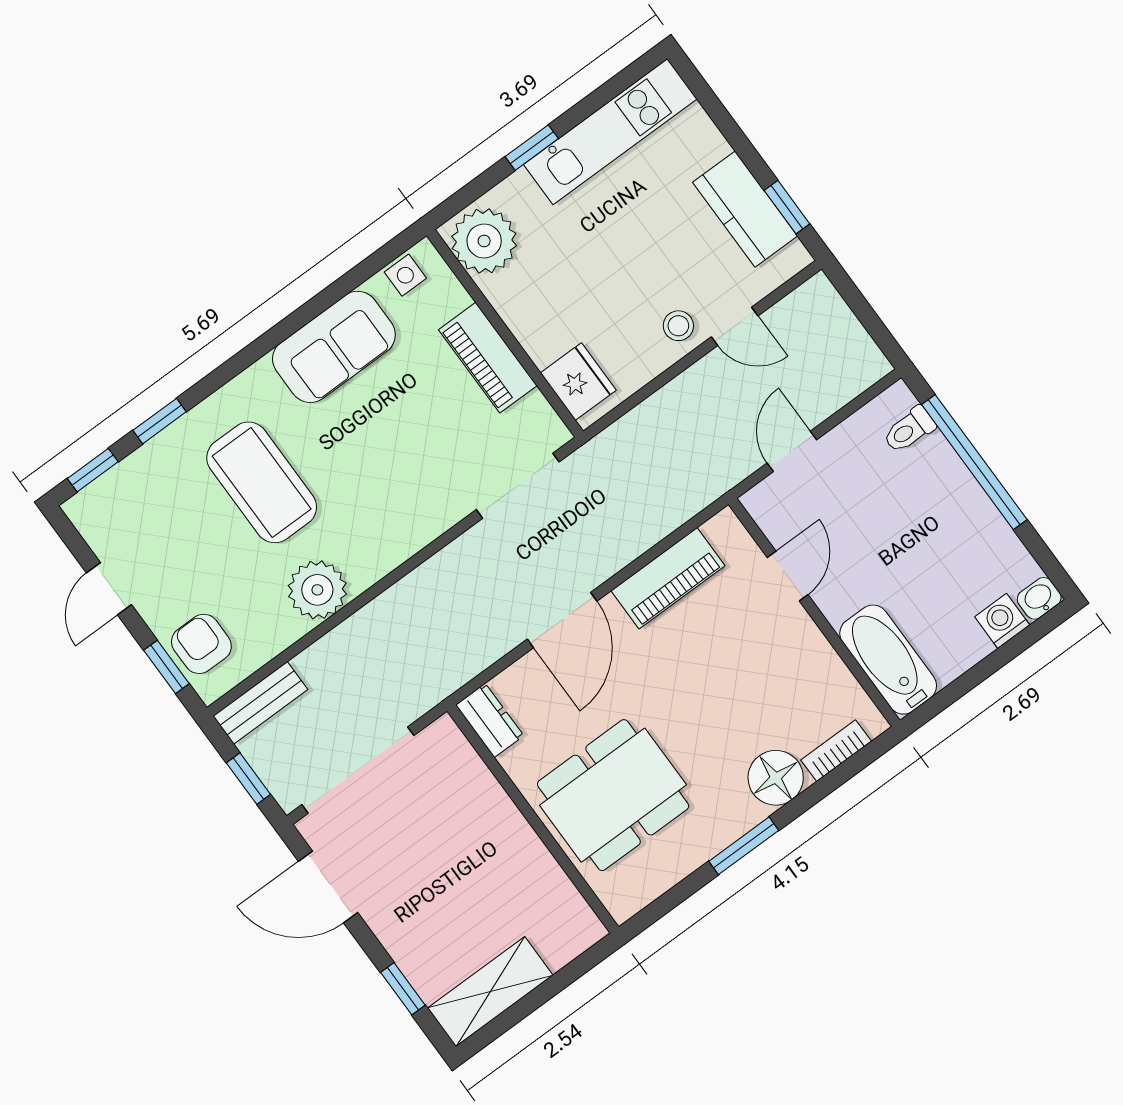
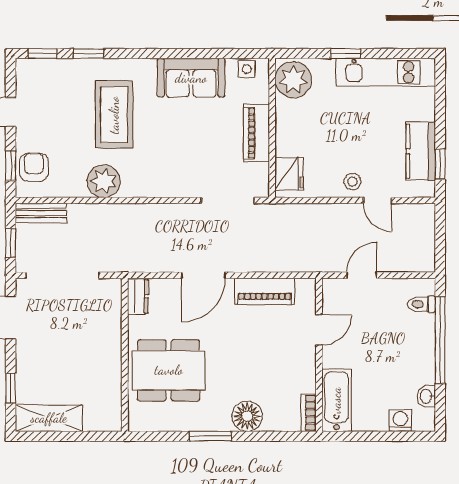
washbasin: (1039, 598) -> (426, 396), moved, turned -90
bookcase: (836, 751) -> (309, 413), moved, turned -90

